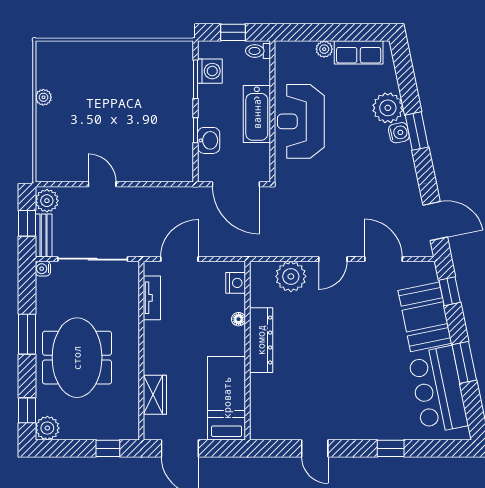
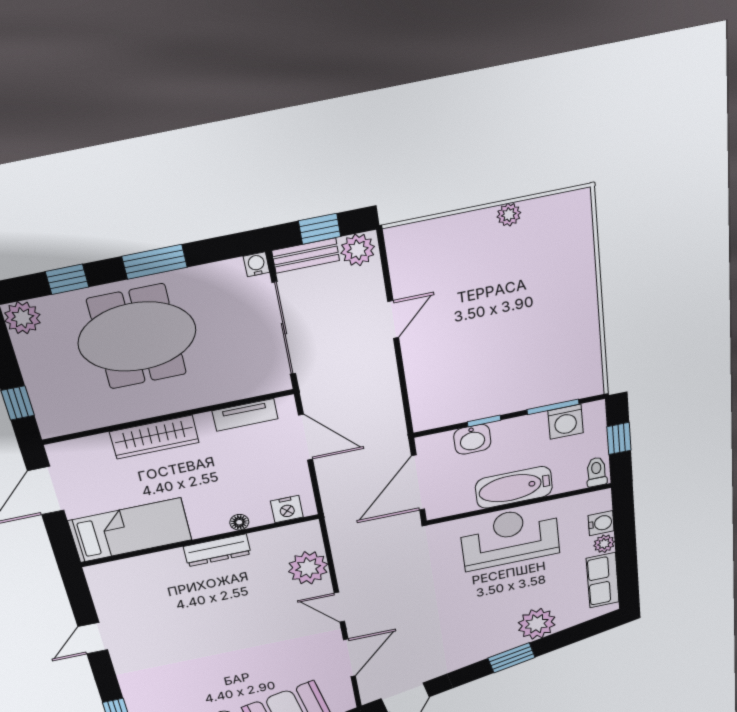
water cooler: (399, 133) -> (601, 523), moved, turned -78
dresser: (261, 340) -> (217, 550), width x0.73, depth x0.80
wardrobe: (155, 395) -> (154, 437), moved, width x1.50
window: (27, 410) -> (67, 279), moved

